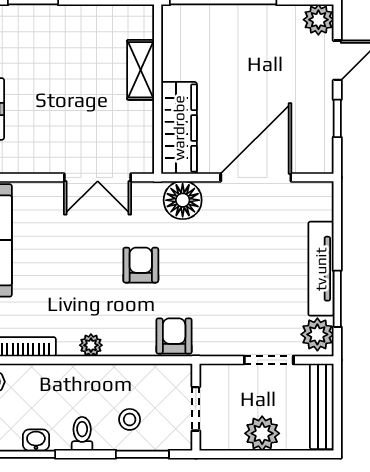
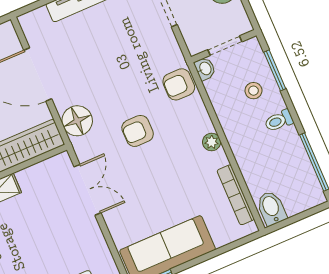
washbasin: (36, 440) -> (205, 69), moved, turned 180

